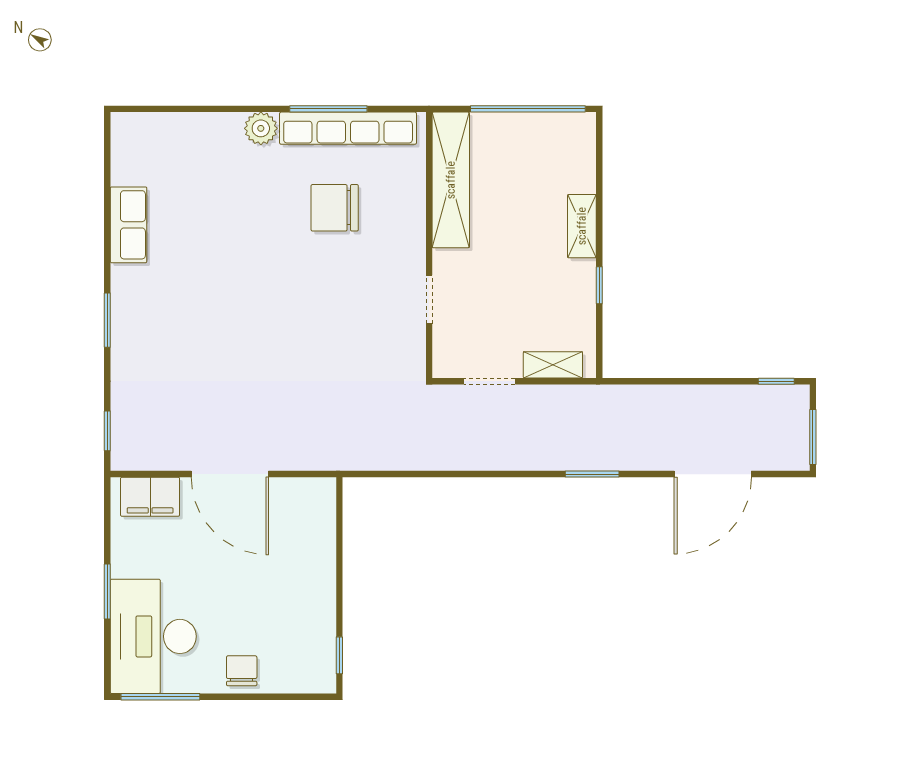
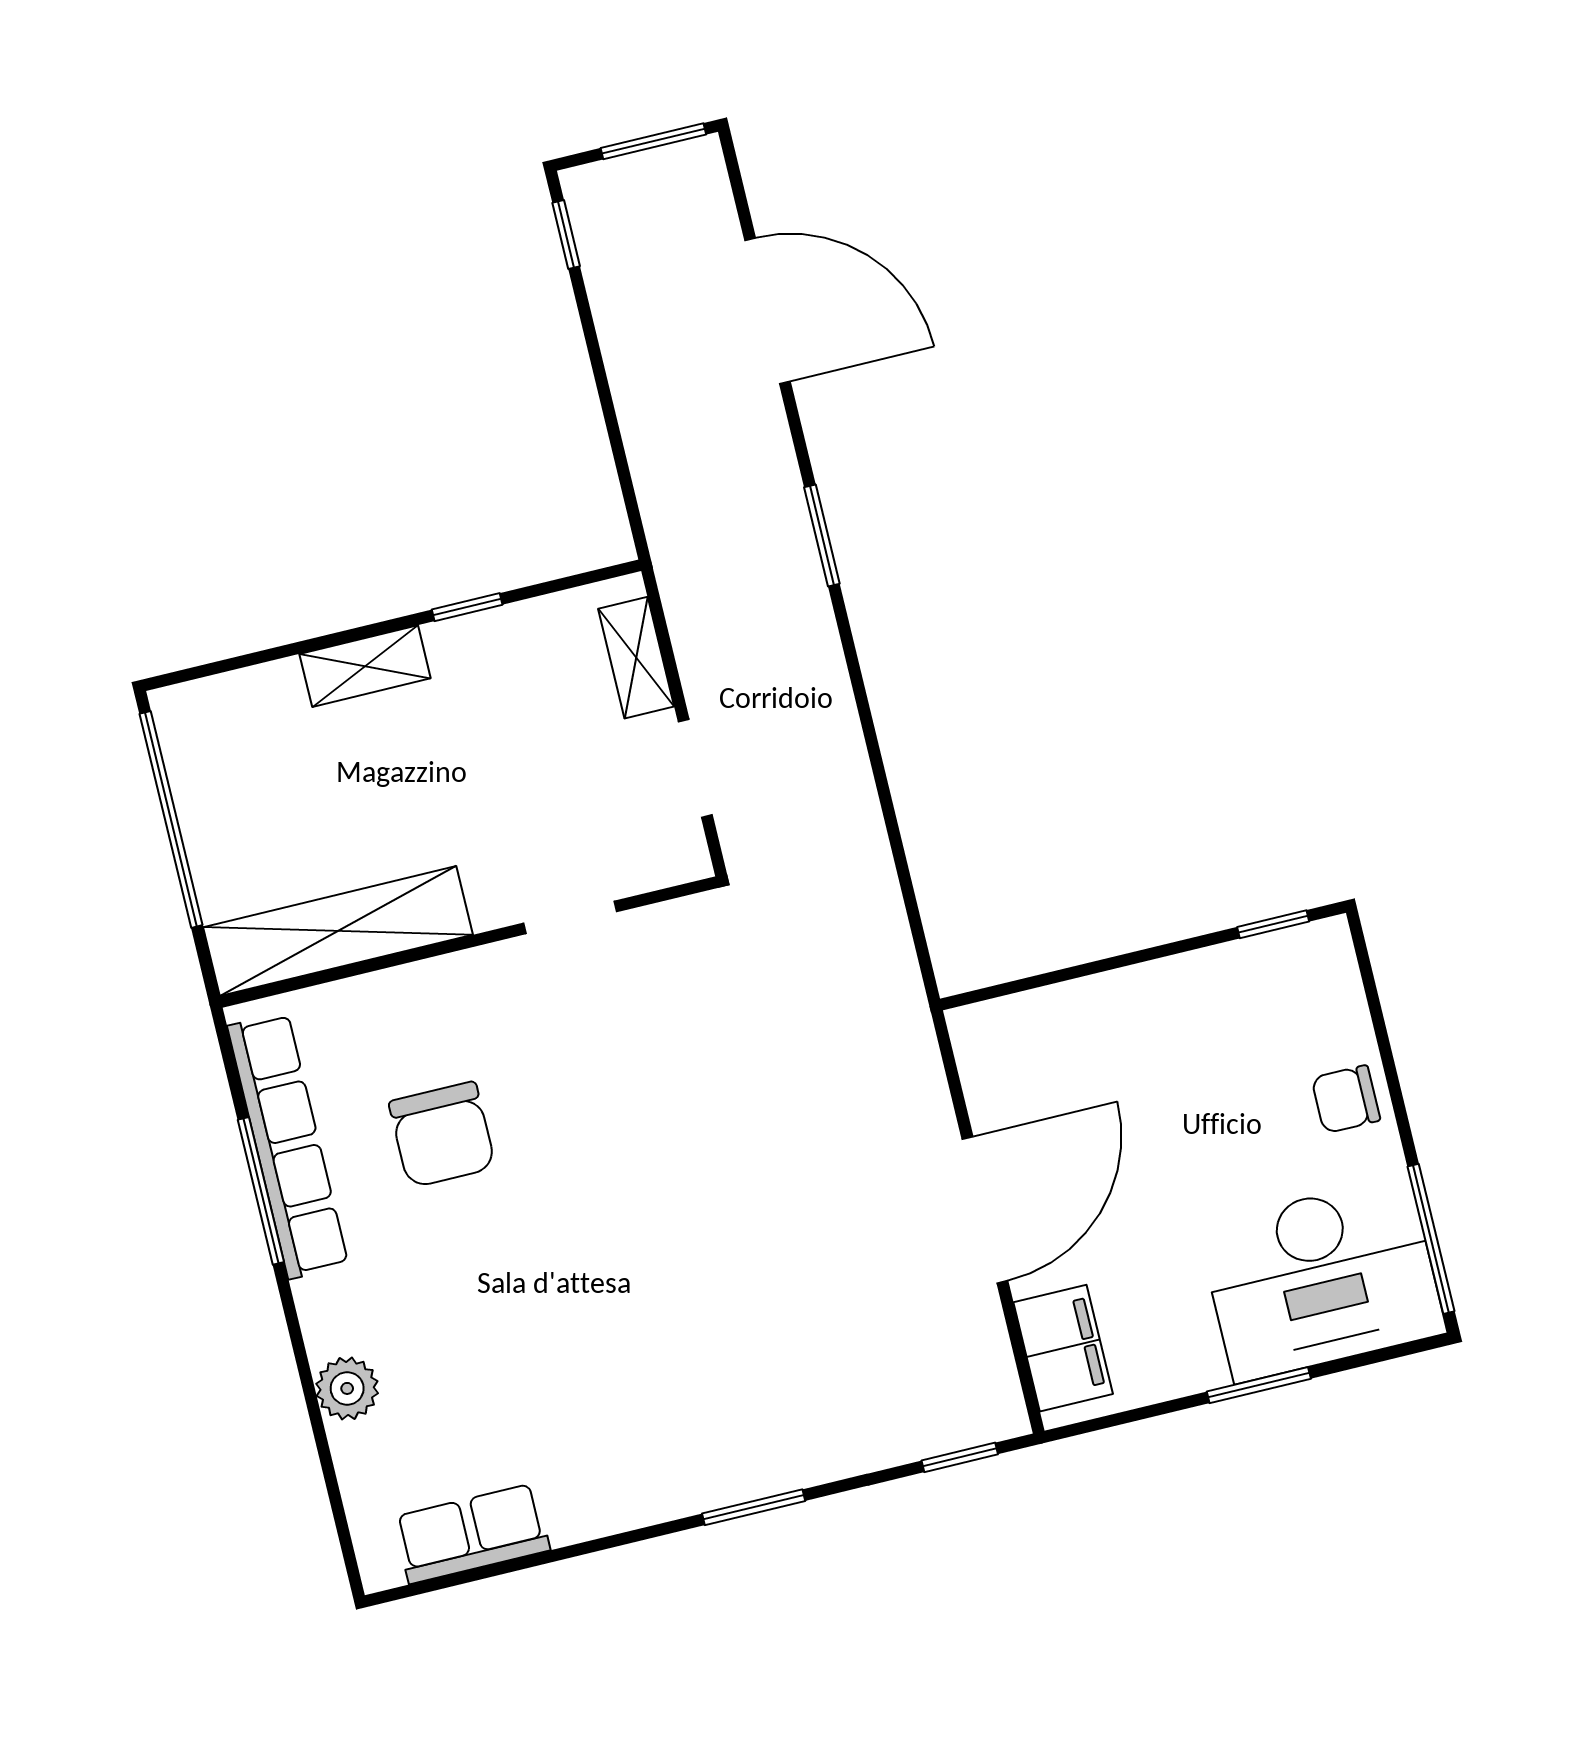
plant: (261, 128) -> (347, 1388), moved
row of seats: (129, 225) -> (472, 1534), moved

